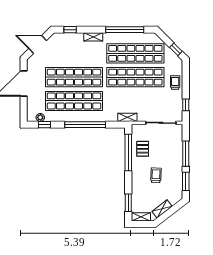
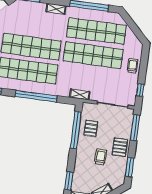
window: (176, 49) -> (138, 33), removed
window: (186, 154) -> (135, 128), moved
pallet: (173, 163) -> (120, 147), added

